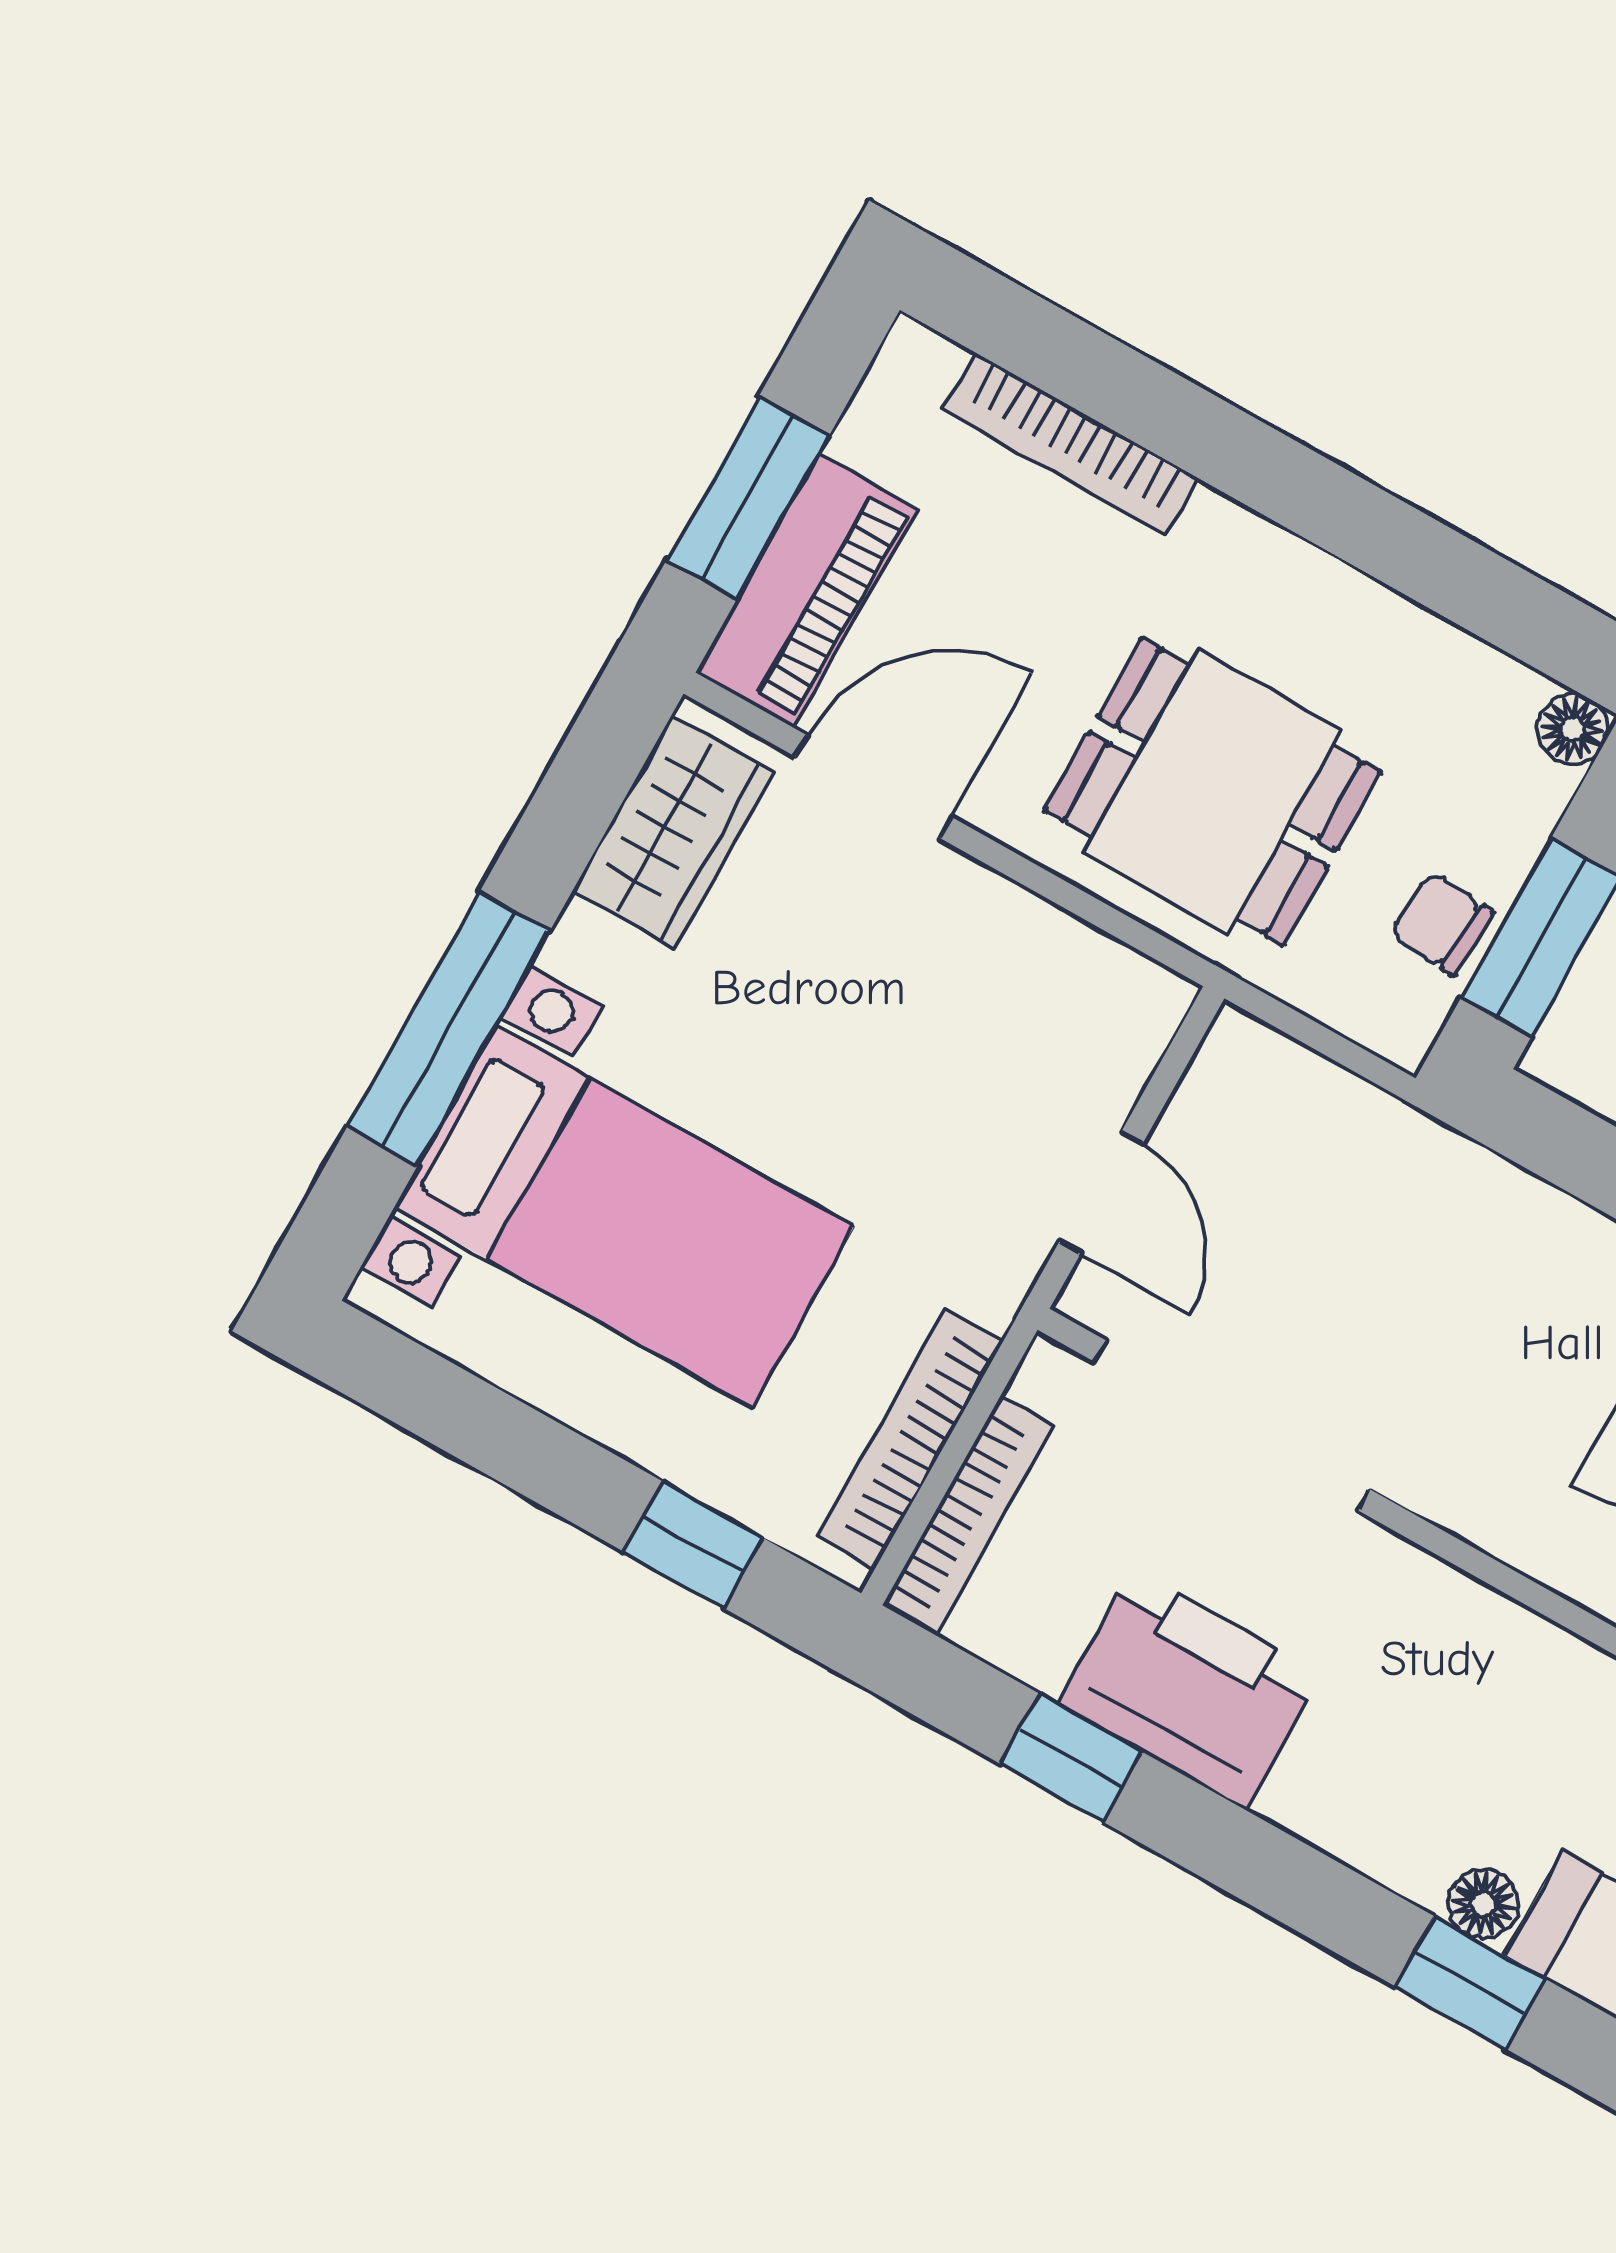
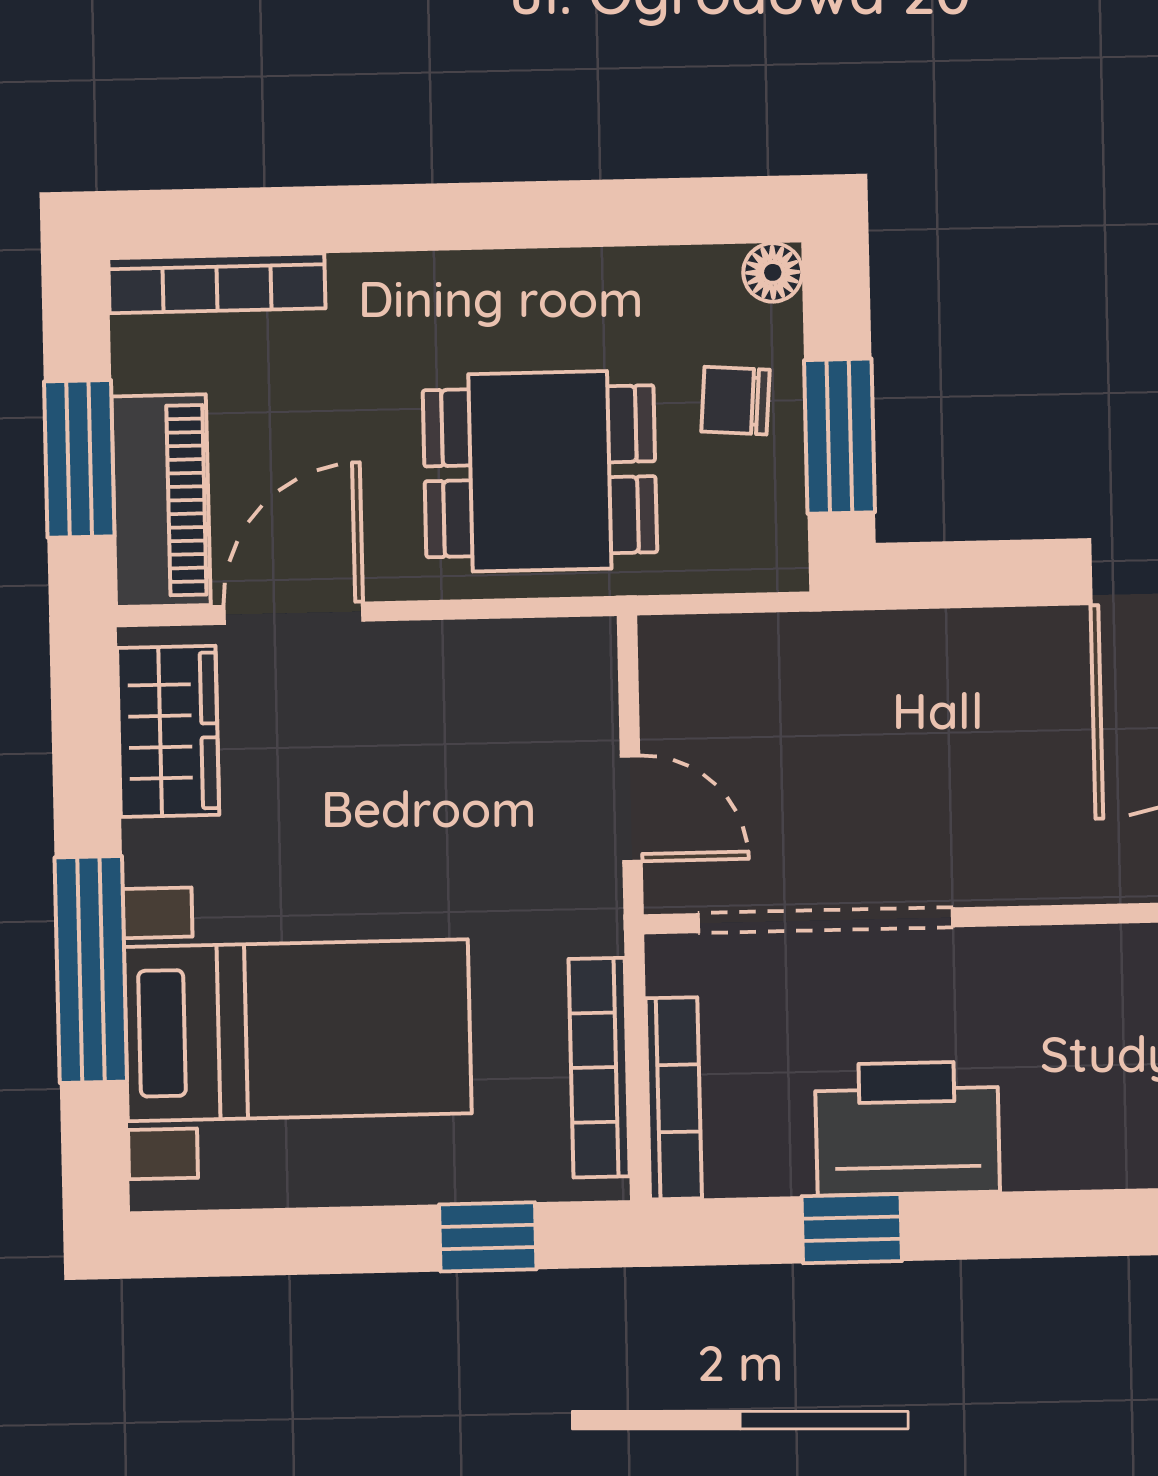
bookcase: (1070, 444) -> (217, 283), moved
chair: (1442, 923) -> (735, 401), moved

